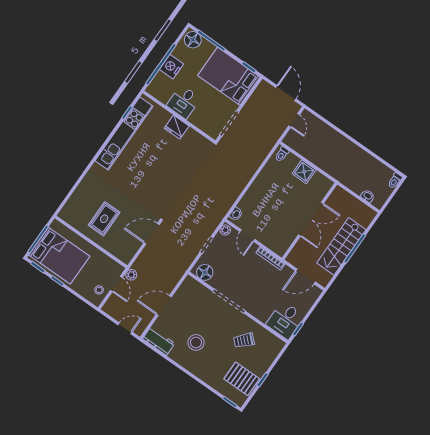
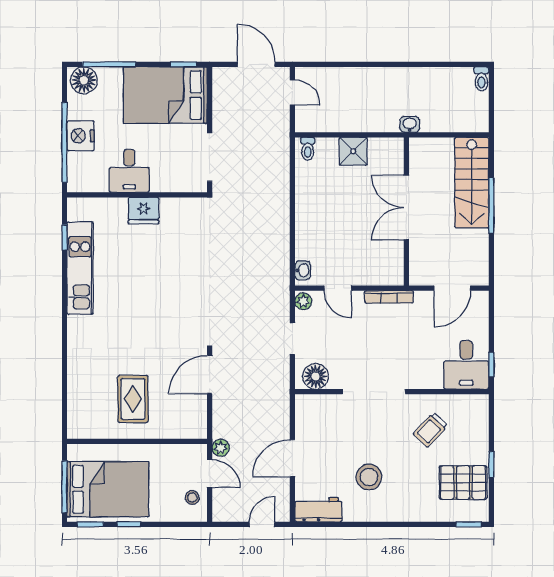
kitchen unit: (124, 134) -> (80, 268), width x0.73
washbasin: (368, 196) -> (410, 124), moved
double door: (311, 219) -> (406, 208), swing flipped
stairs: (341, 246) -> (472, 183), moved

